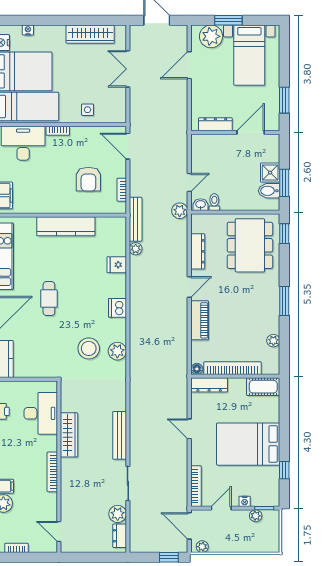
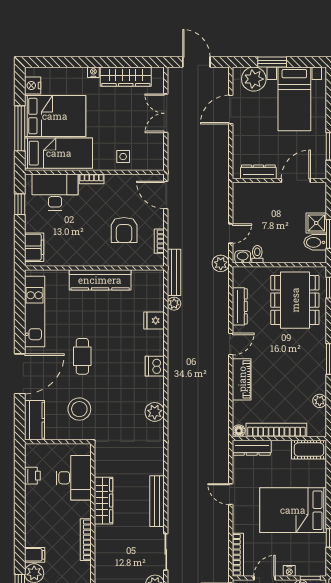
nightstand: (28, 30) -> (93, 72), moved
stool: (89, 348) -> (79, 409), moved

